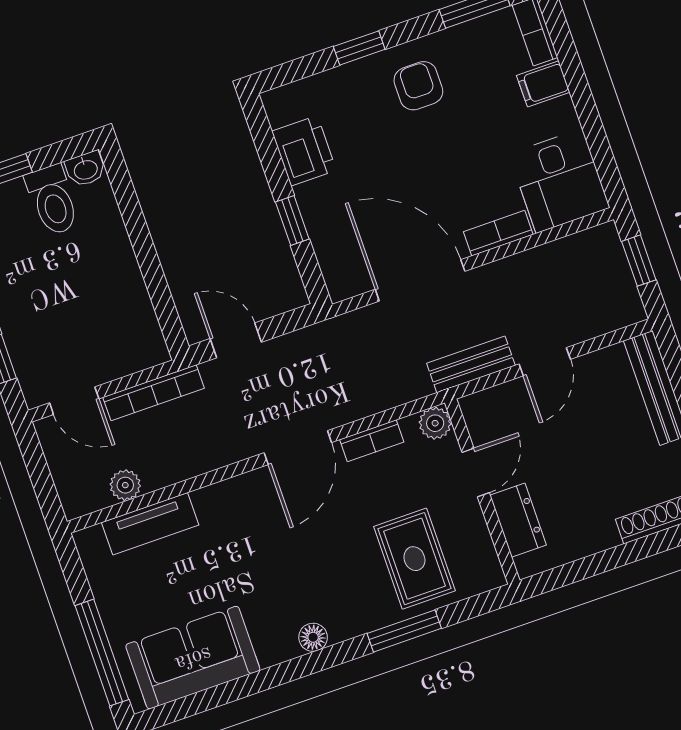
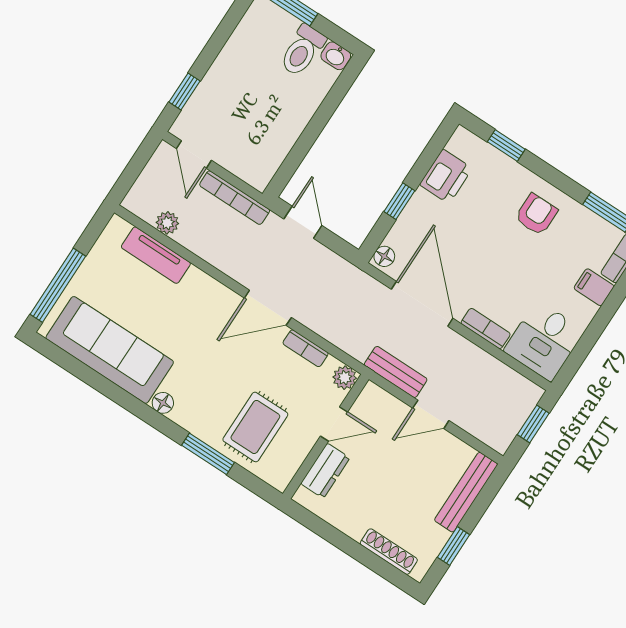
window: (359, 48) -> (506, 146), moved
floor lamp: (339, 282) -> (384, 256), added
sofa: (193, 658) -> (110, 350), width x1.36

